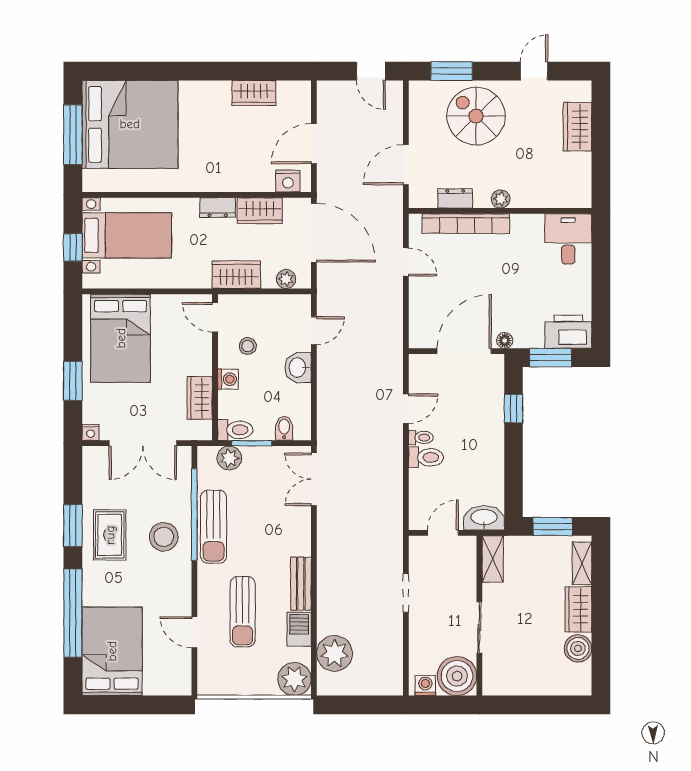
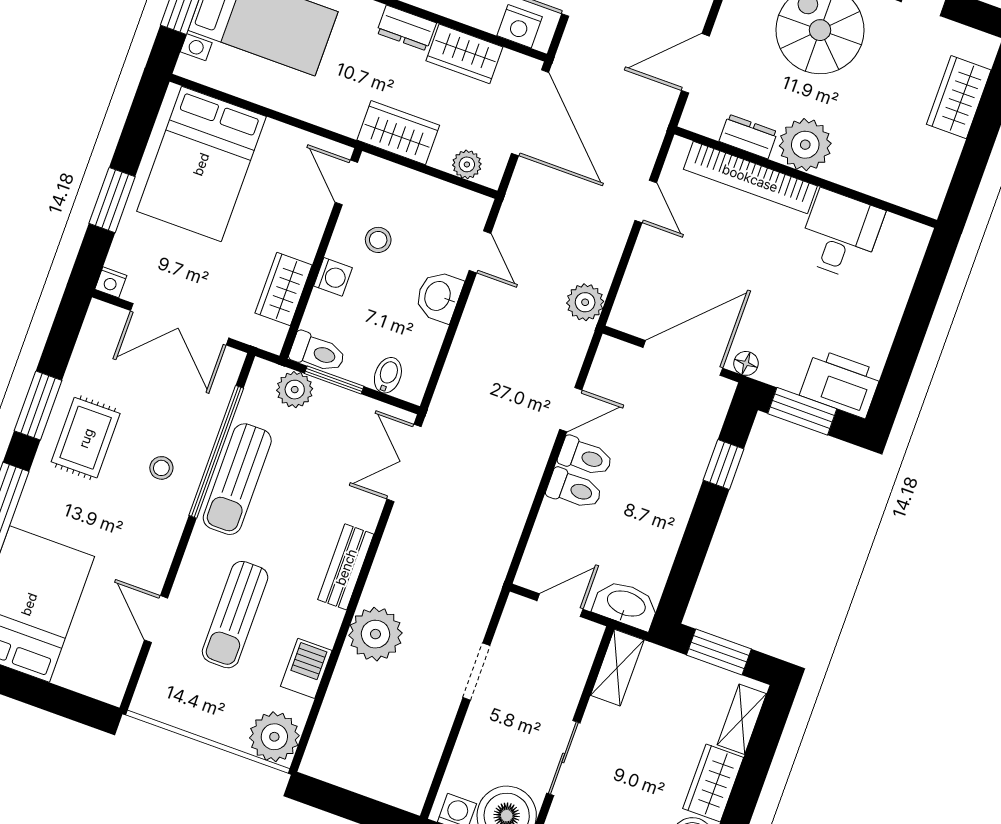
plant: (501, 199) -> (805, 145), width x1.87, depth x1.87
desk: (568, 239) -> (840, 234), moved
door: (314, 331) -> (480, 252), hinge flipped
plant: (391, 338) -> (585, 302), added
toilet: (421, 438) -> (585, 457), width x1.37, depth x1.39
stool: (164, 537) -> (161, 468), width x0.53, depth x0.53
bench: (301, 584) -> (346, 567), moved
plant: (335, 653) -> (375, 634), moved

